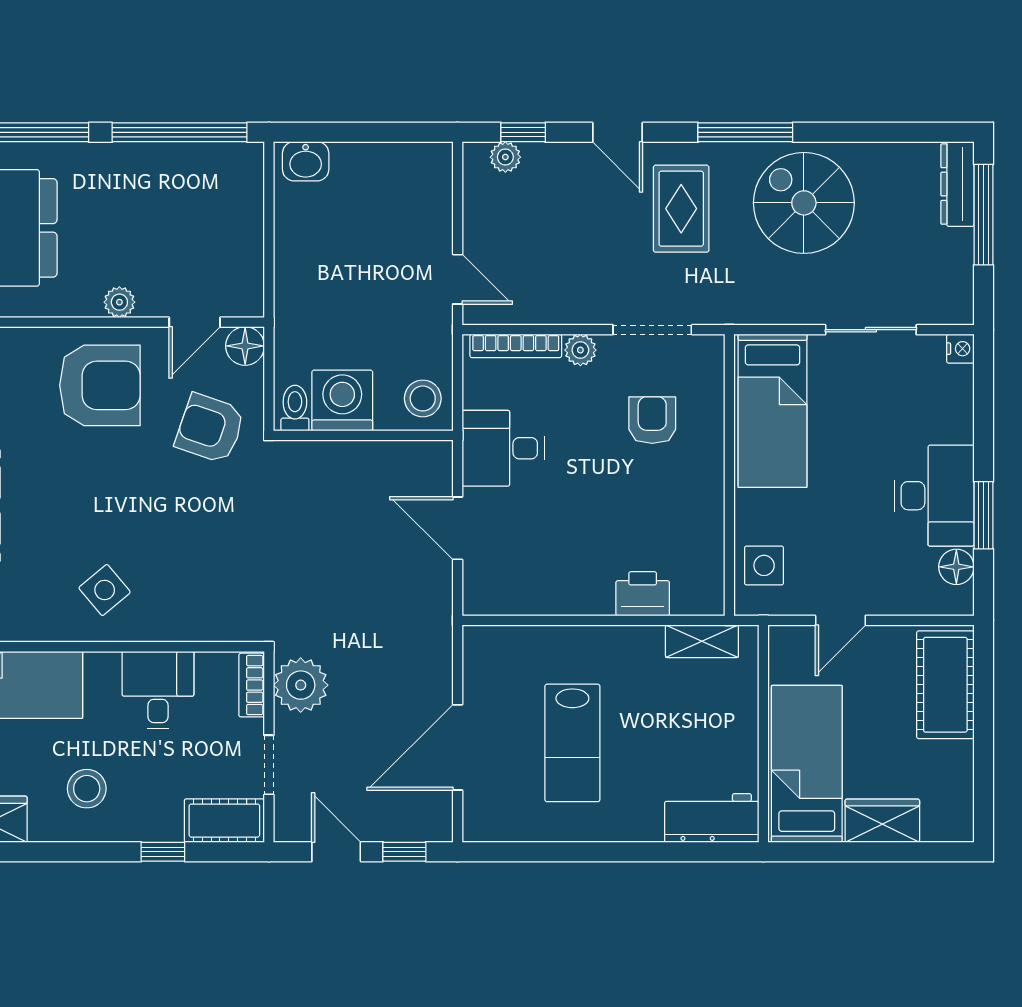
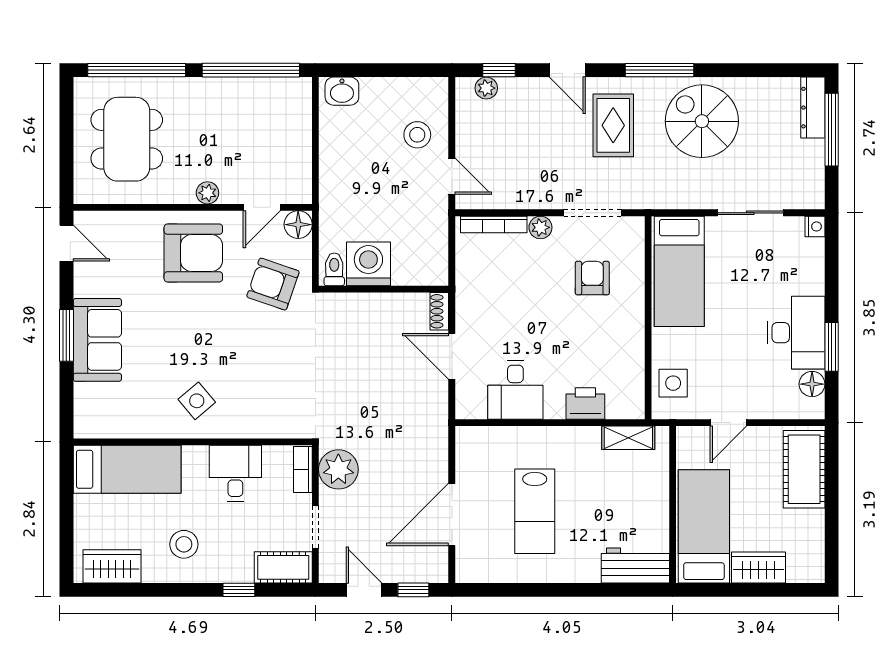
stool: (423, 398) -> (417, 135), moved
desk: (503, 448) -> (515, 390), moved, turned -90
shoe rack: (440, 466) -> (439, 311), added

